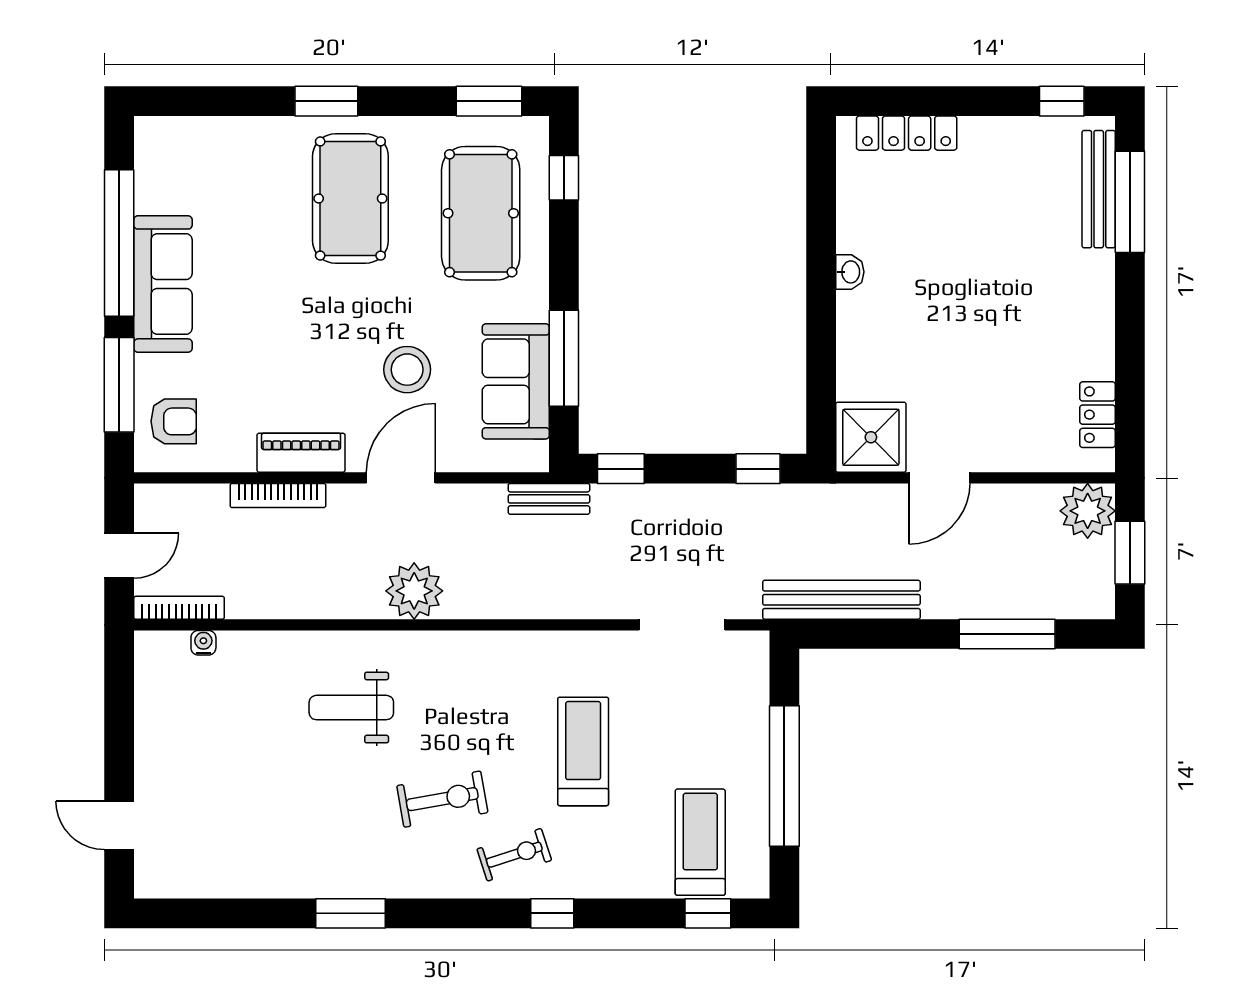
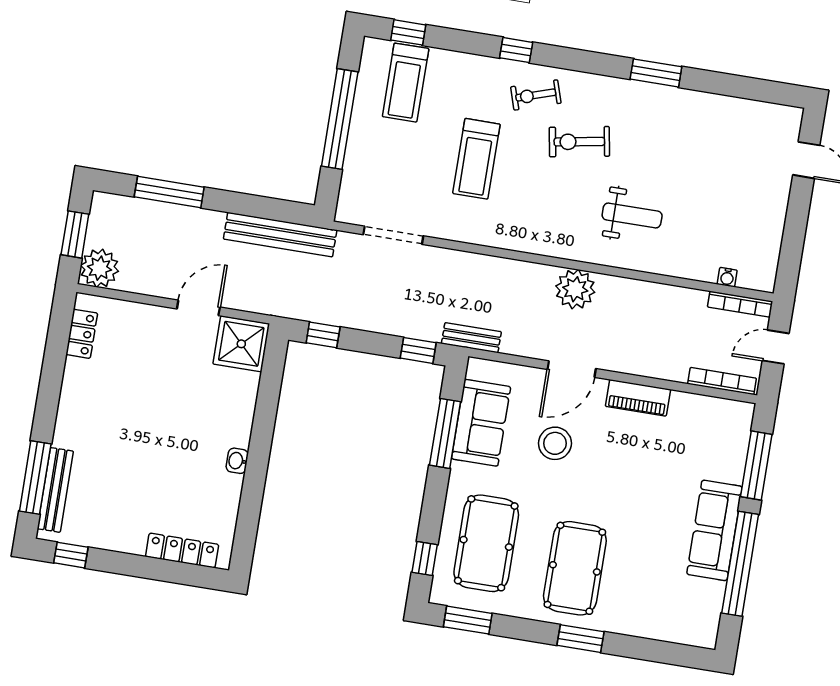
armchair: (174, 421) -> (723, 434), removed
bookcase: (278, 496) -> (722, 381), moved

